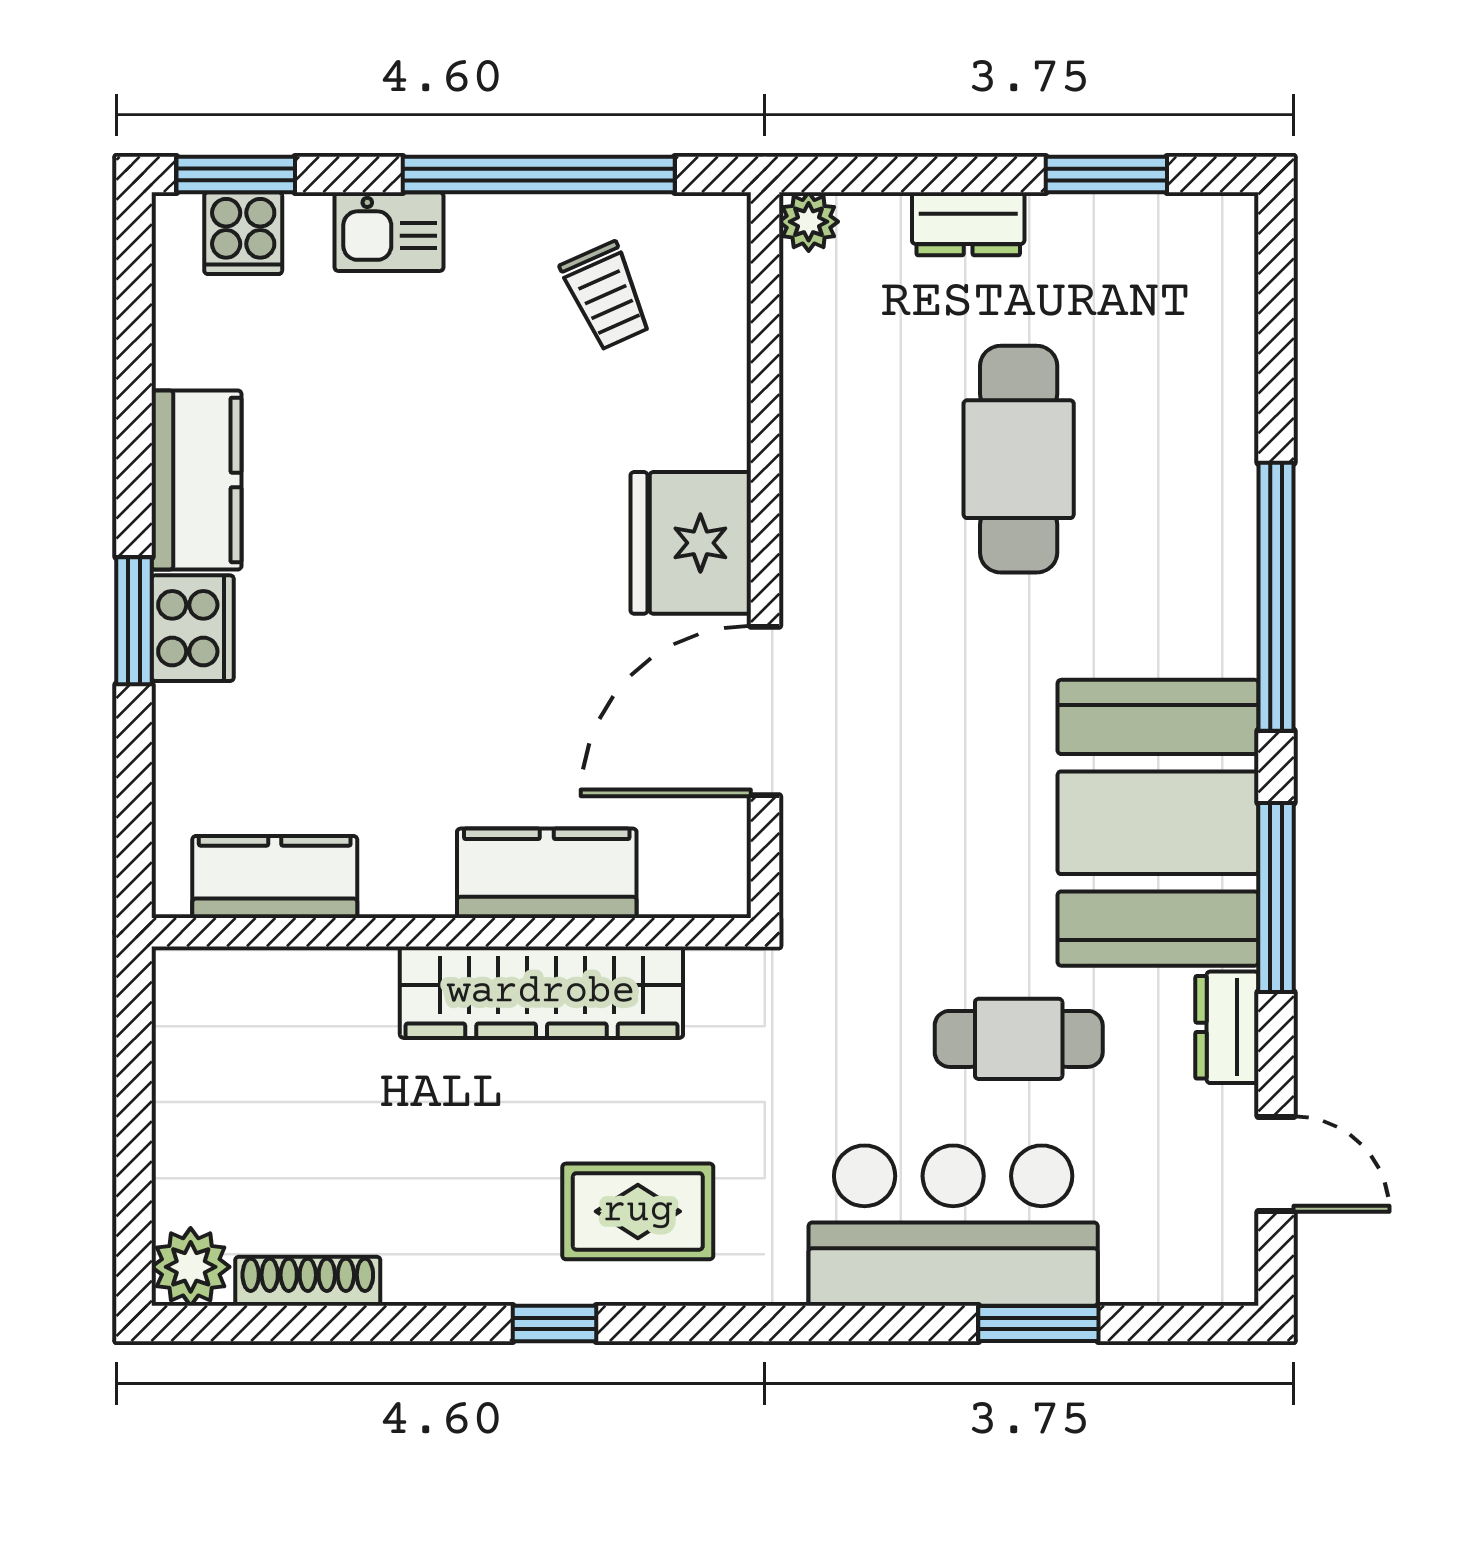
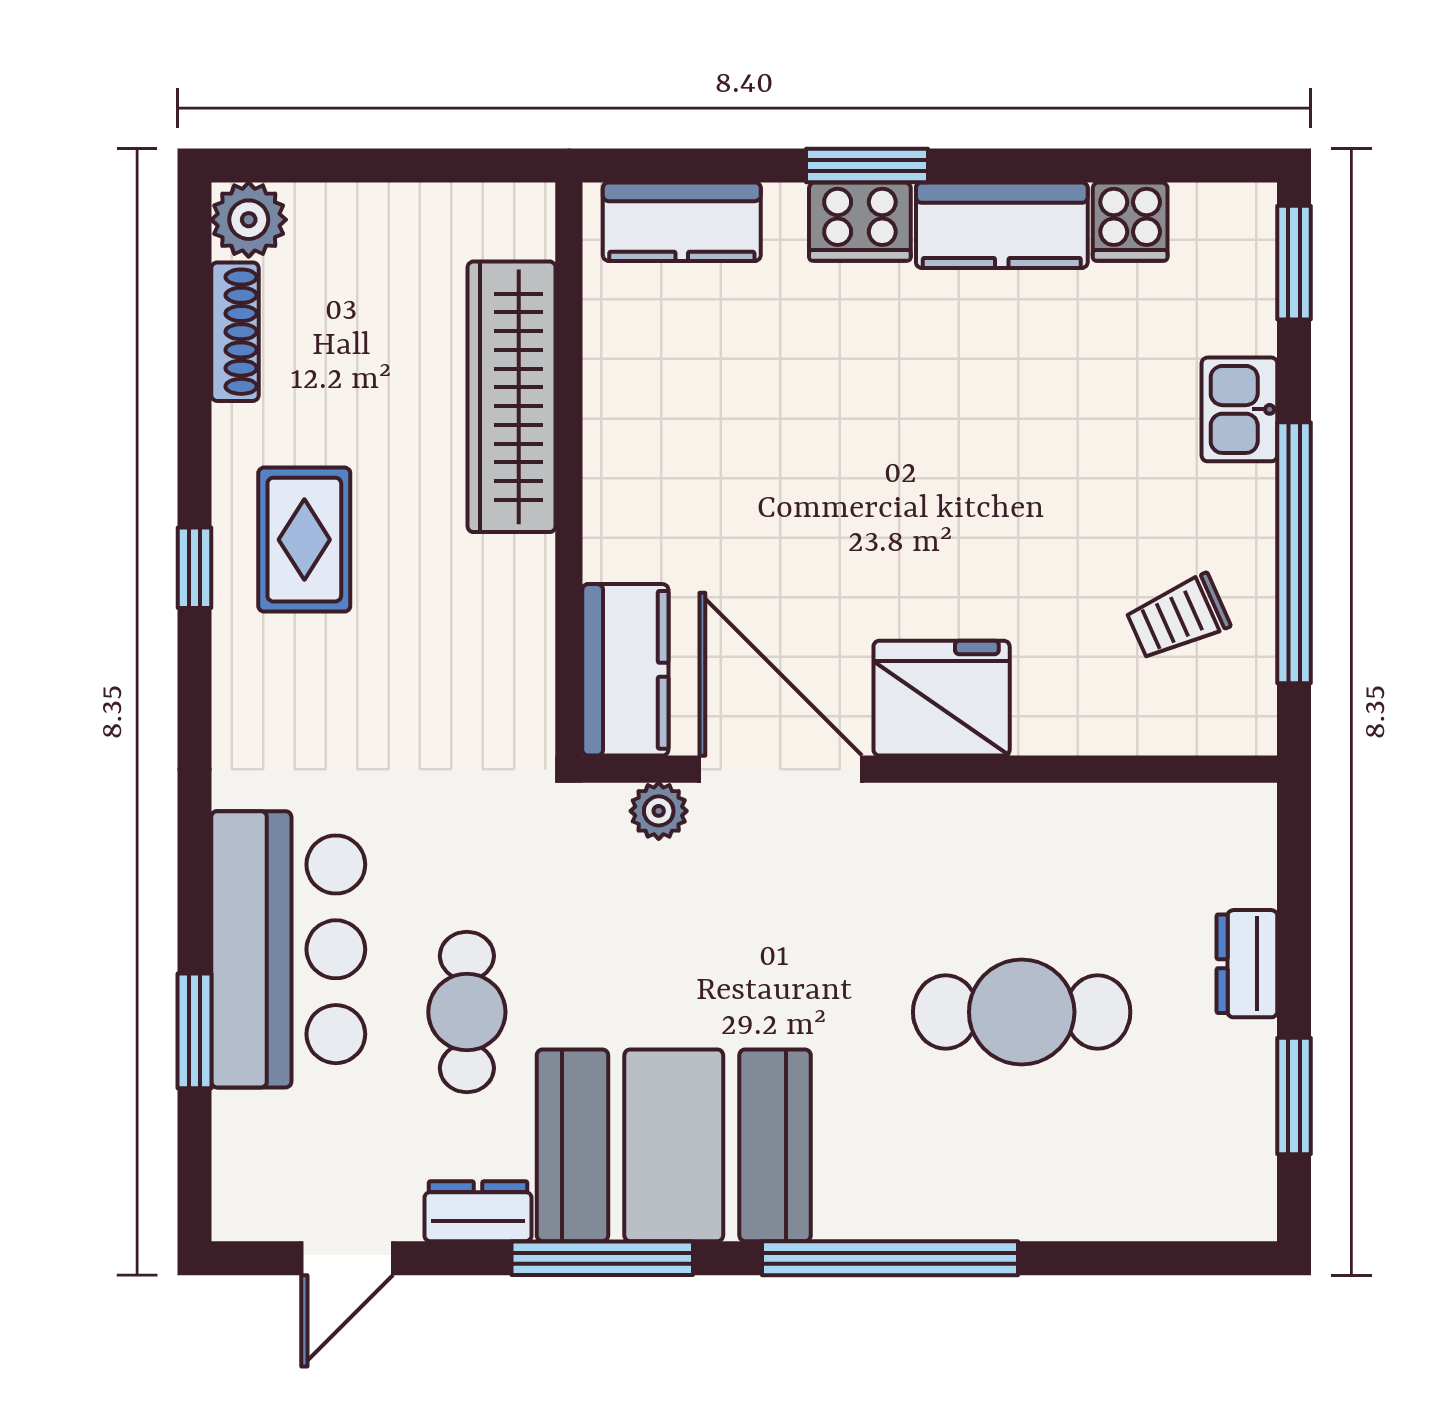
plant: (809, 222) -> (659, 811), moved
cooker: (243, 233) -> (1130, 222), moved, turned -90
kitchen counter: (547, 873) -> (625, 670), moved
kitchen counter: (275, 877) -> (682, 222), moved, turned 90
wardrobe: (541, 992) -> (512, 397), moved
rug: (638, 1211) -> (304, 540), moved

